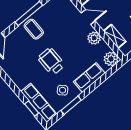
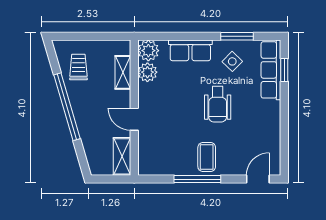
plant: (94, 38) -> (147, 72), moved

